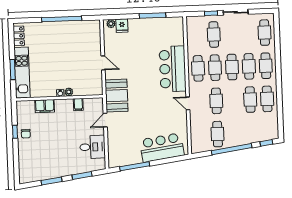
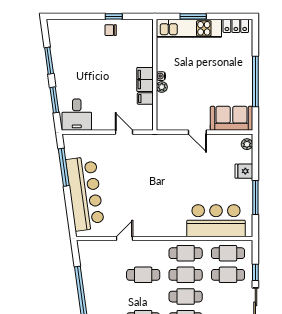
fridge: (122, 26) -> (244, 171), moved
sofa: (91, 36) -> (231, 118), added
door: (103, 63) -> (197, 132), hinge flipped
bar counter: (173, 69) -> (216, 221), moved
booth: (116, 96) -> (155, 148), removed
door: (188, 103) -> (124, 239), moved
filing cabinet: (45, 106) -> (145, 79), moved
cafe table: (218, 134) -> (228, 253), moved
desk: (93, 147) -> (77, 115), moved
bar counter: (162, 147) -> (85, 193), width x1.36

